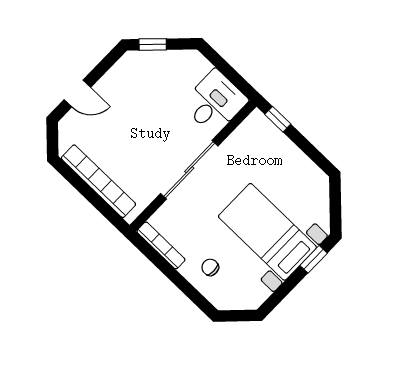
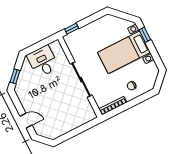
door: (77, 94) -> (26, 121), hinge flipped
desk: (215, 102) -> (43, 61), moved
bookcase: (98, 181) -> (72, 125), removed

